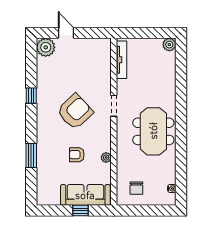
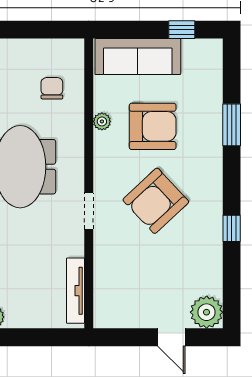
armchair: (77, 155) -> (153, 126), width x1.88, depth x1.88
chair: (136, 188) -> (52, 88), moved
window: (81, 211) -> (182, 30), moved

